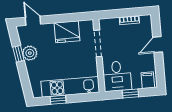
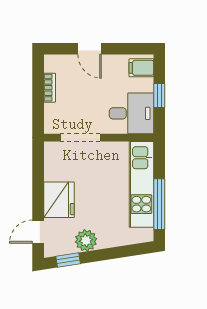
fridge: (67, 32) -> (59, 200), moved
window: (18, 54) -> (68, 260), moved
window: (58, 100) -> (159, 204), width x2.17

